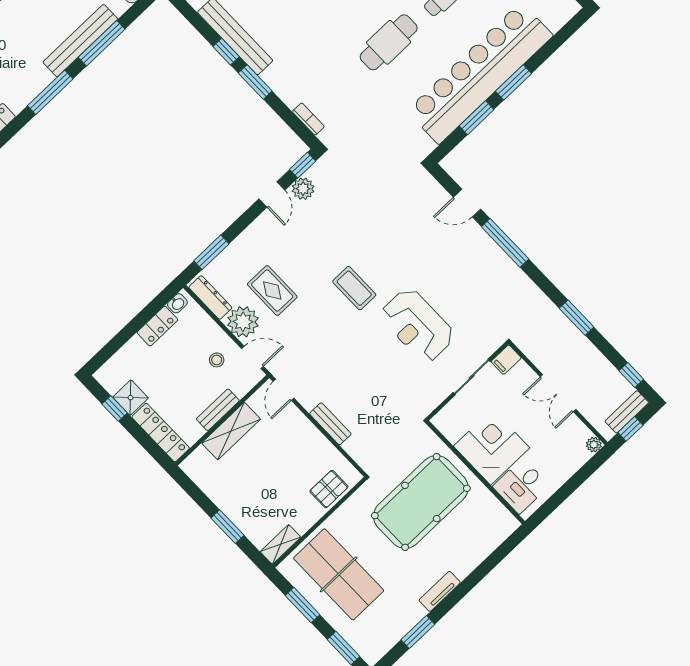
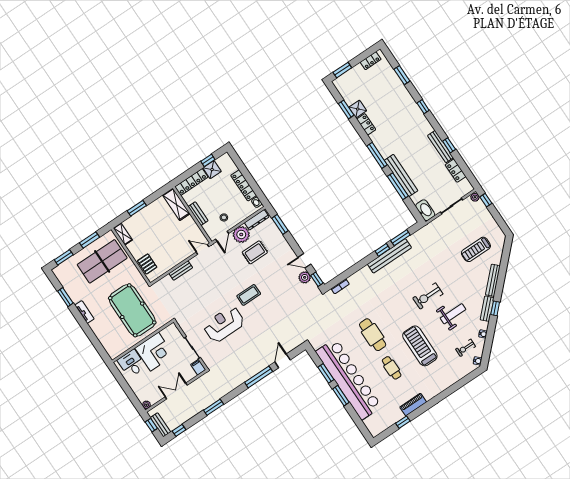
window: (255, 82) -> (400, 238), moved
locker: (157, 326) -> (244, 185), width x1.53
shelving: (231, 431) -> (176, 204), moved

